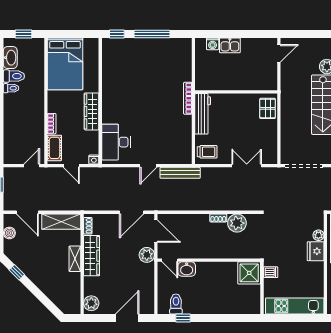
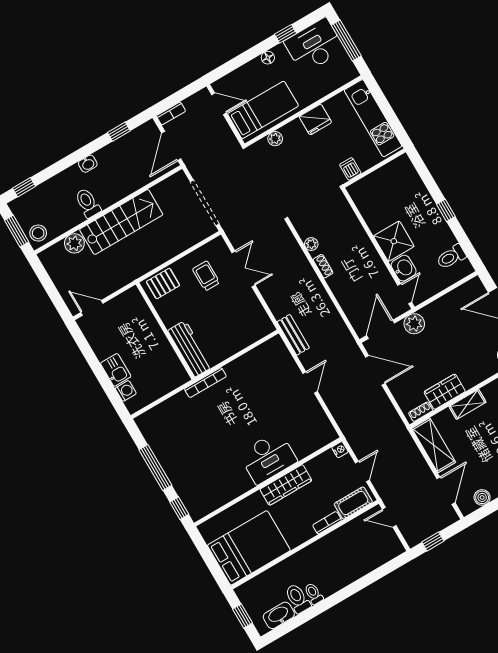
workbench: (203, 114) -> (190, 349), moved, turned 90
desk: (116, 142) -> (268, 457), moved
trolley: (207, 152) -> (206, 276), moved
door: (148, 166) -> (310, 382), hinge flipped
double door: (247, 166) -> (243, 269), swing flipped
bench: (180, 173) -> (293, 335), width x0.73
plant: (237, 223) -> (311, 244), width x0.53, depth x0.53
fridge: (316, 251) -> (315, 119), moved
wardrobe: (92, 256) -> (445, 392), width x0.67
shower: (249, 273) -> (394, 241), moved
window: (183, 318) -> (446, 210), moved

